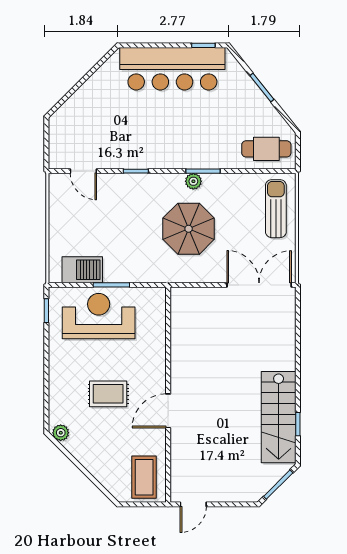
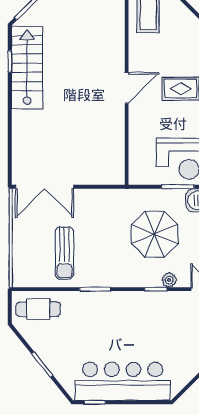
plant: (193, 181) -> (169, 280), moved
sun lounger: (276, 209) -> (64, 253), moved
parasol: (189, 229) -> (155, 234), moved
door: (168, 411) -> (127, 88), moved

